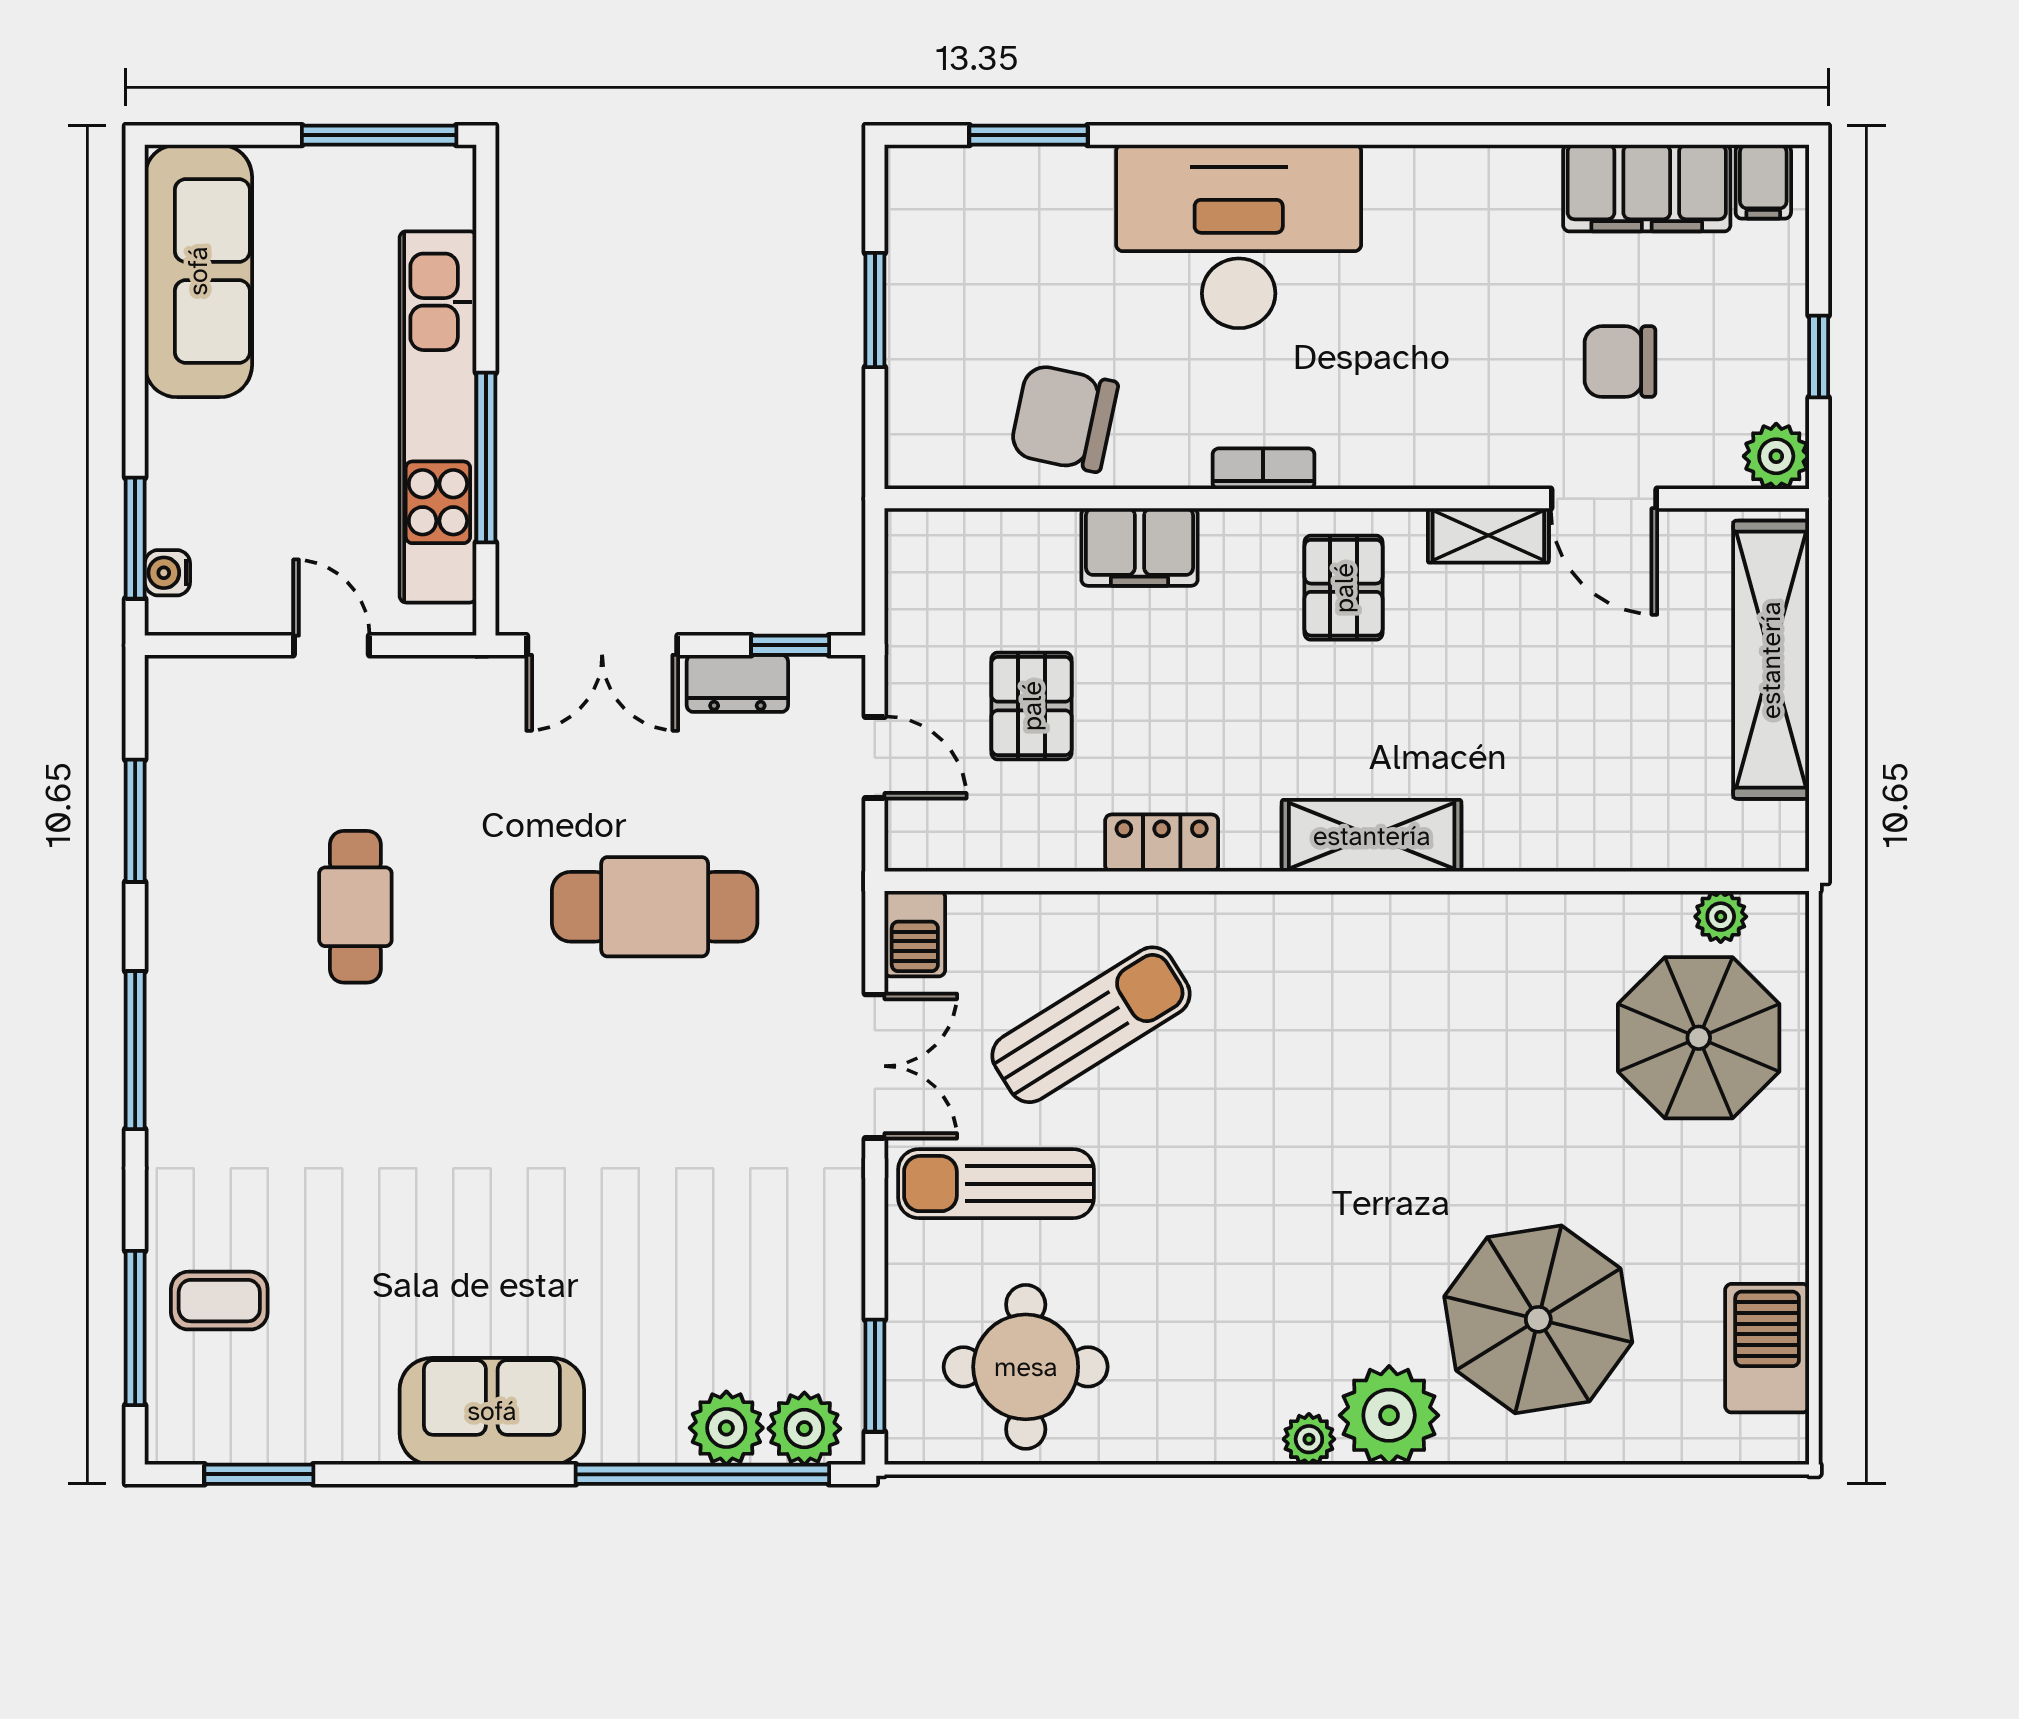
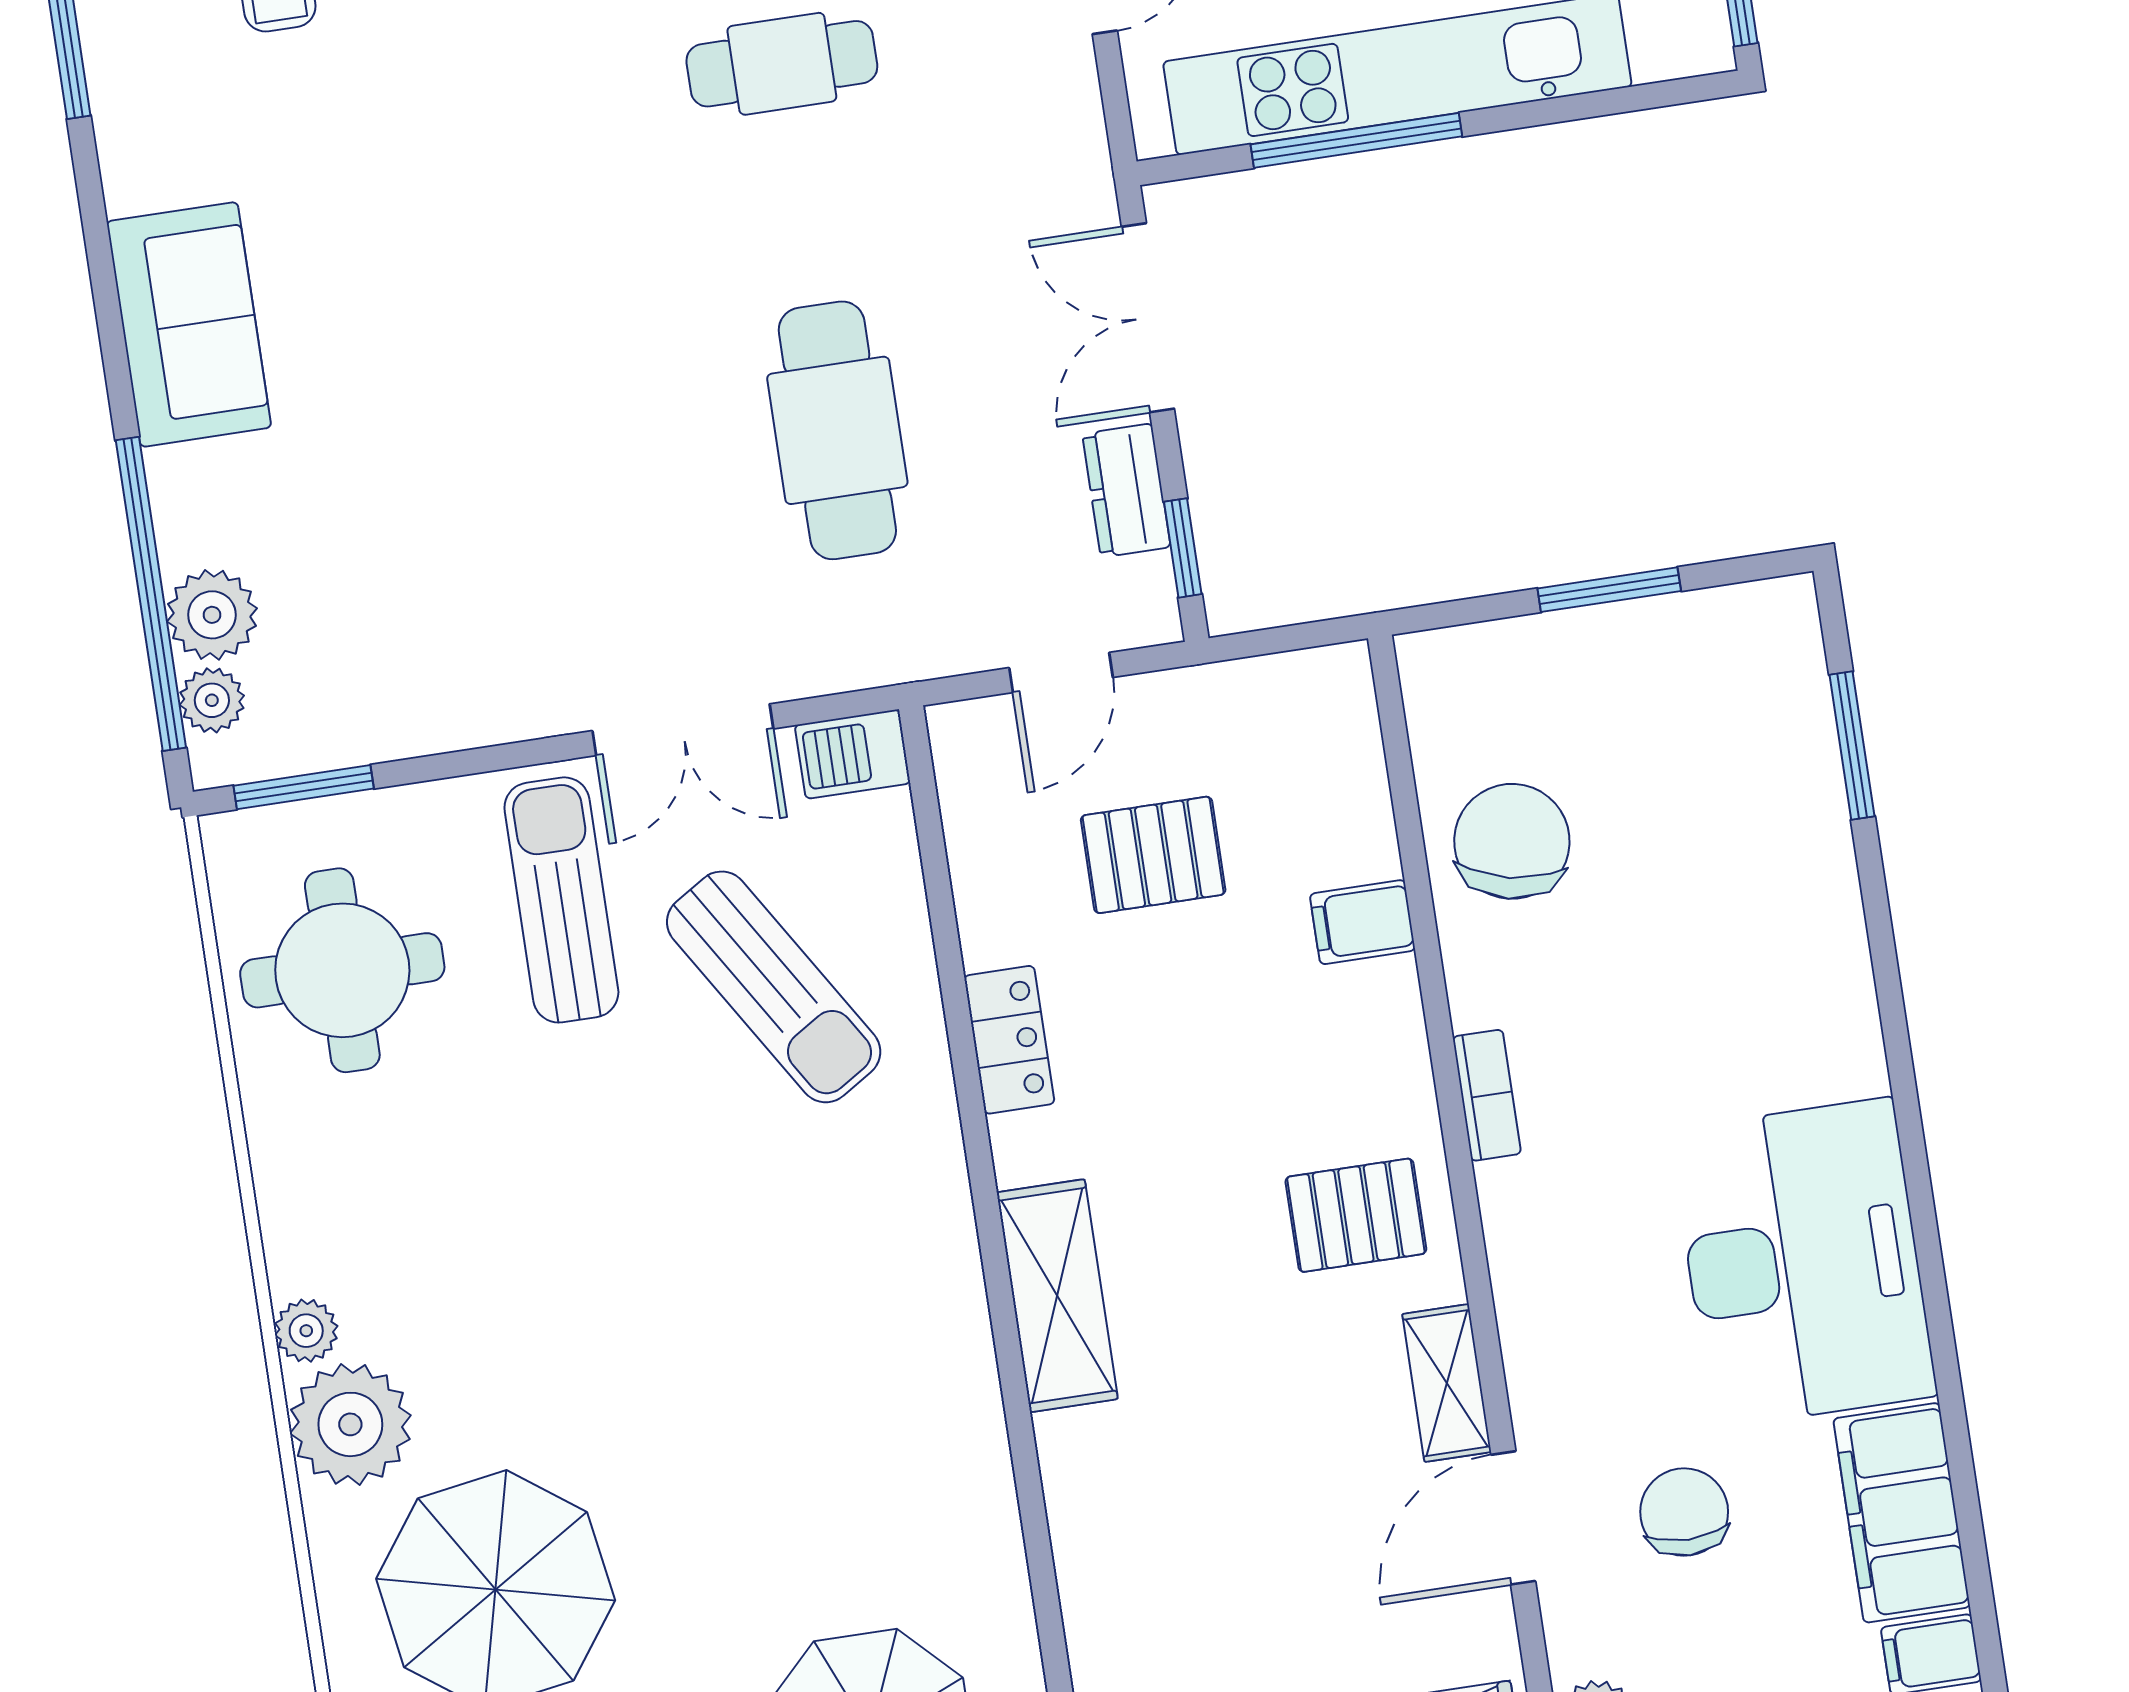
desk: (1239, 236) -> (1803, 1263), moved
filing cabinet: (1139, 547) -> (1363, 922), width x0.50
plant: (804, 1429) -> (212, 700), width x0.73, depth x0.73

